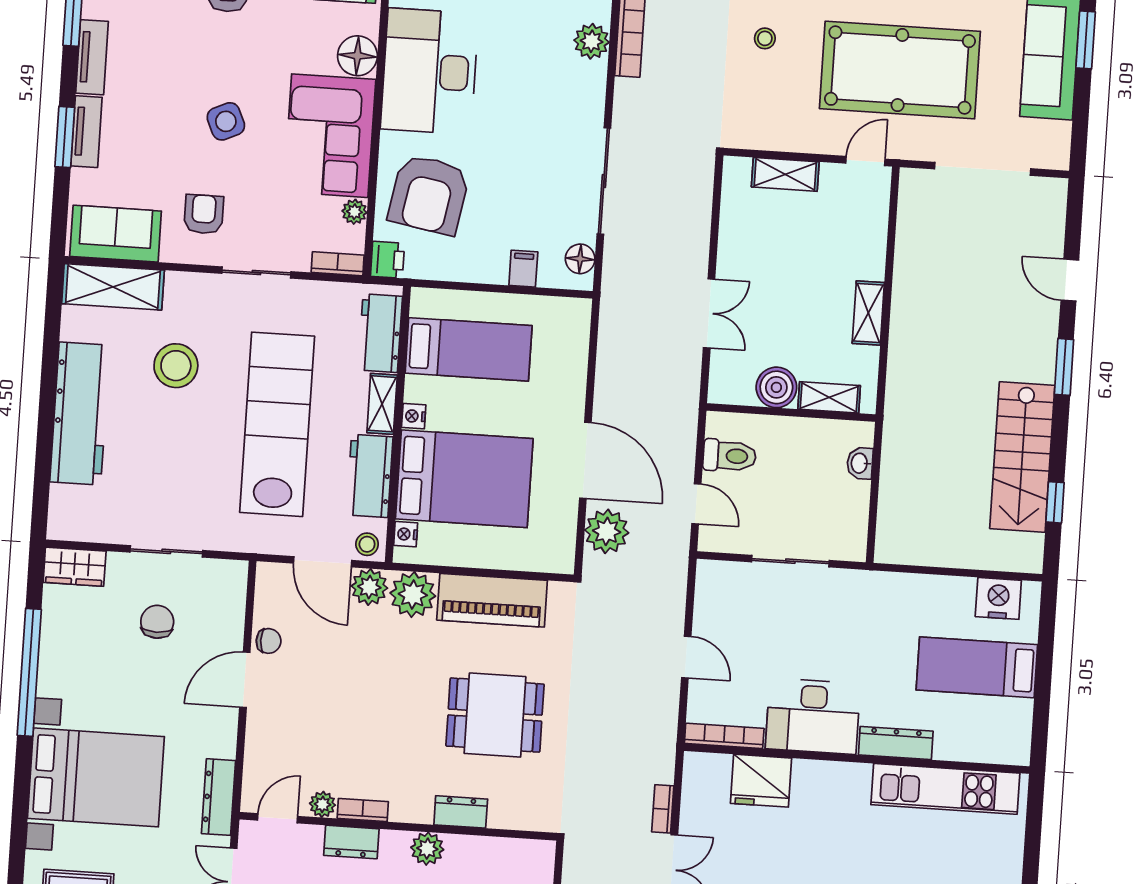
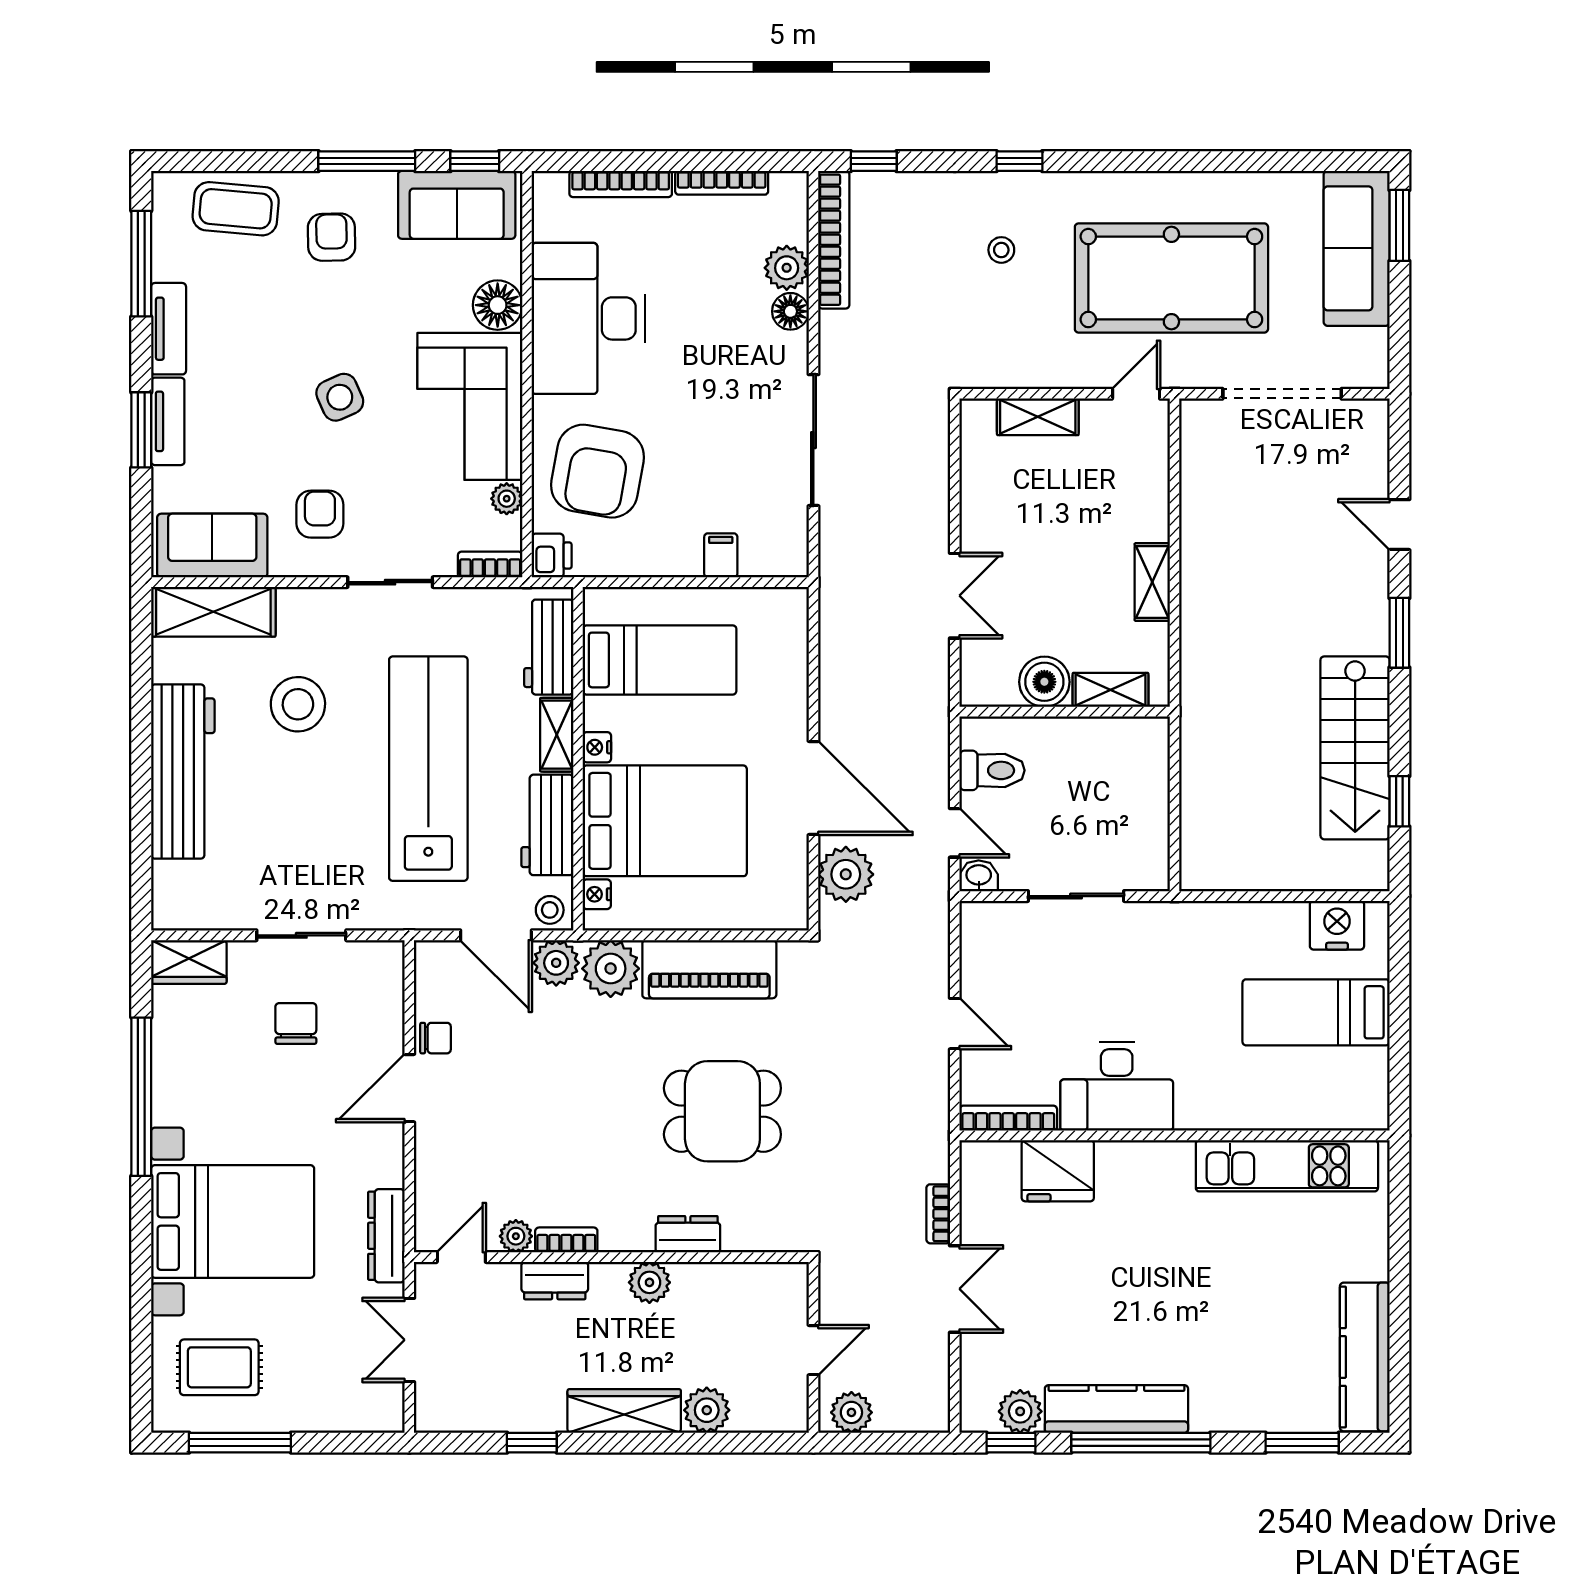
floor lamp: (580, 259) -> (790, 311), moved
washbasin: (860, 463) -> (979, 876), moved, turned 90
dresser: (896, 743) -> (1222, 1113), removed

